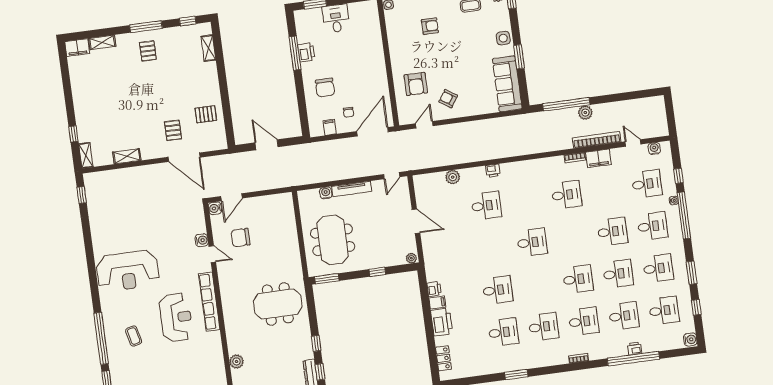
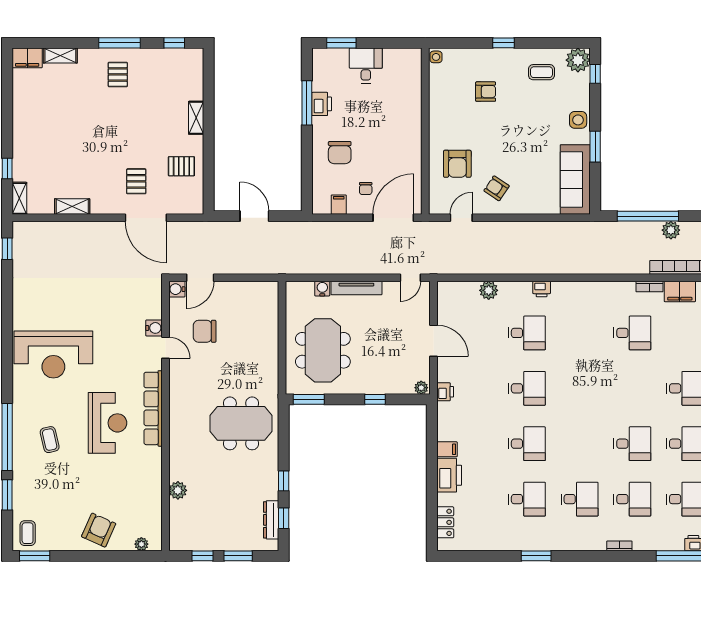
shelving: (208, 48) -> (196, 118), moved
desk: (532, 242) -> (527, 388), moved
printer: (434, 289) -> (445, 392), moved

